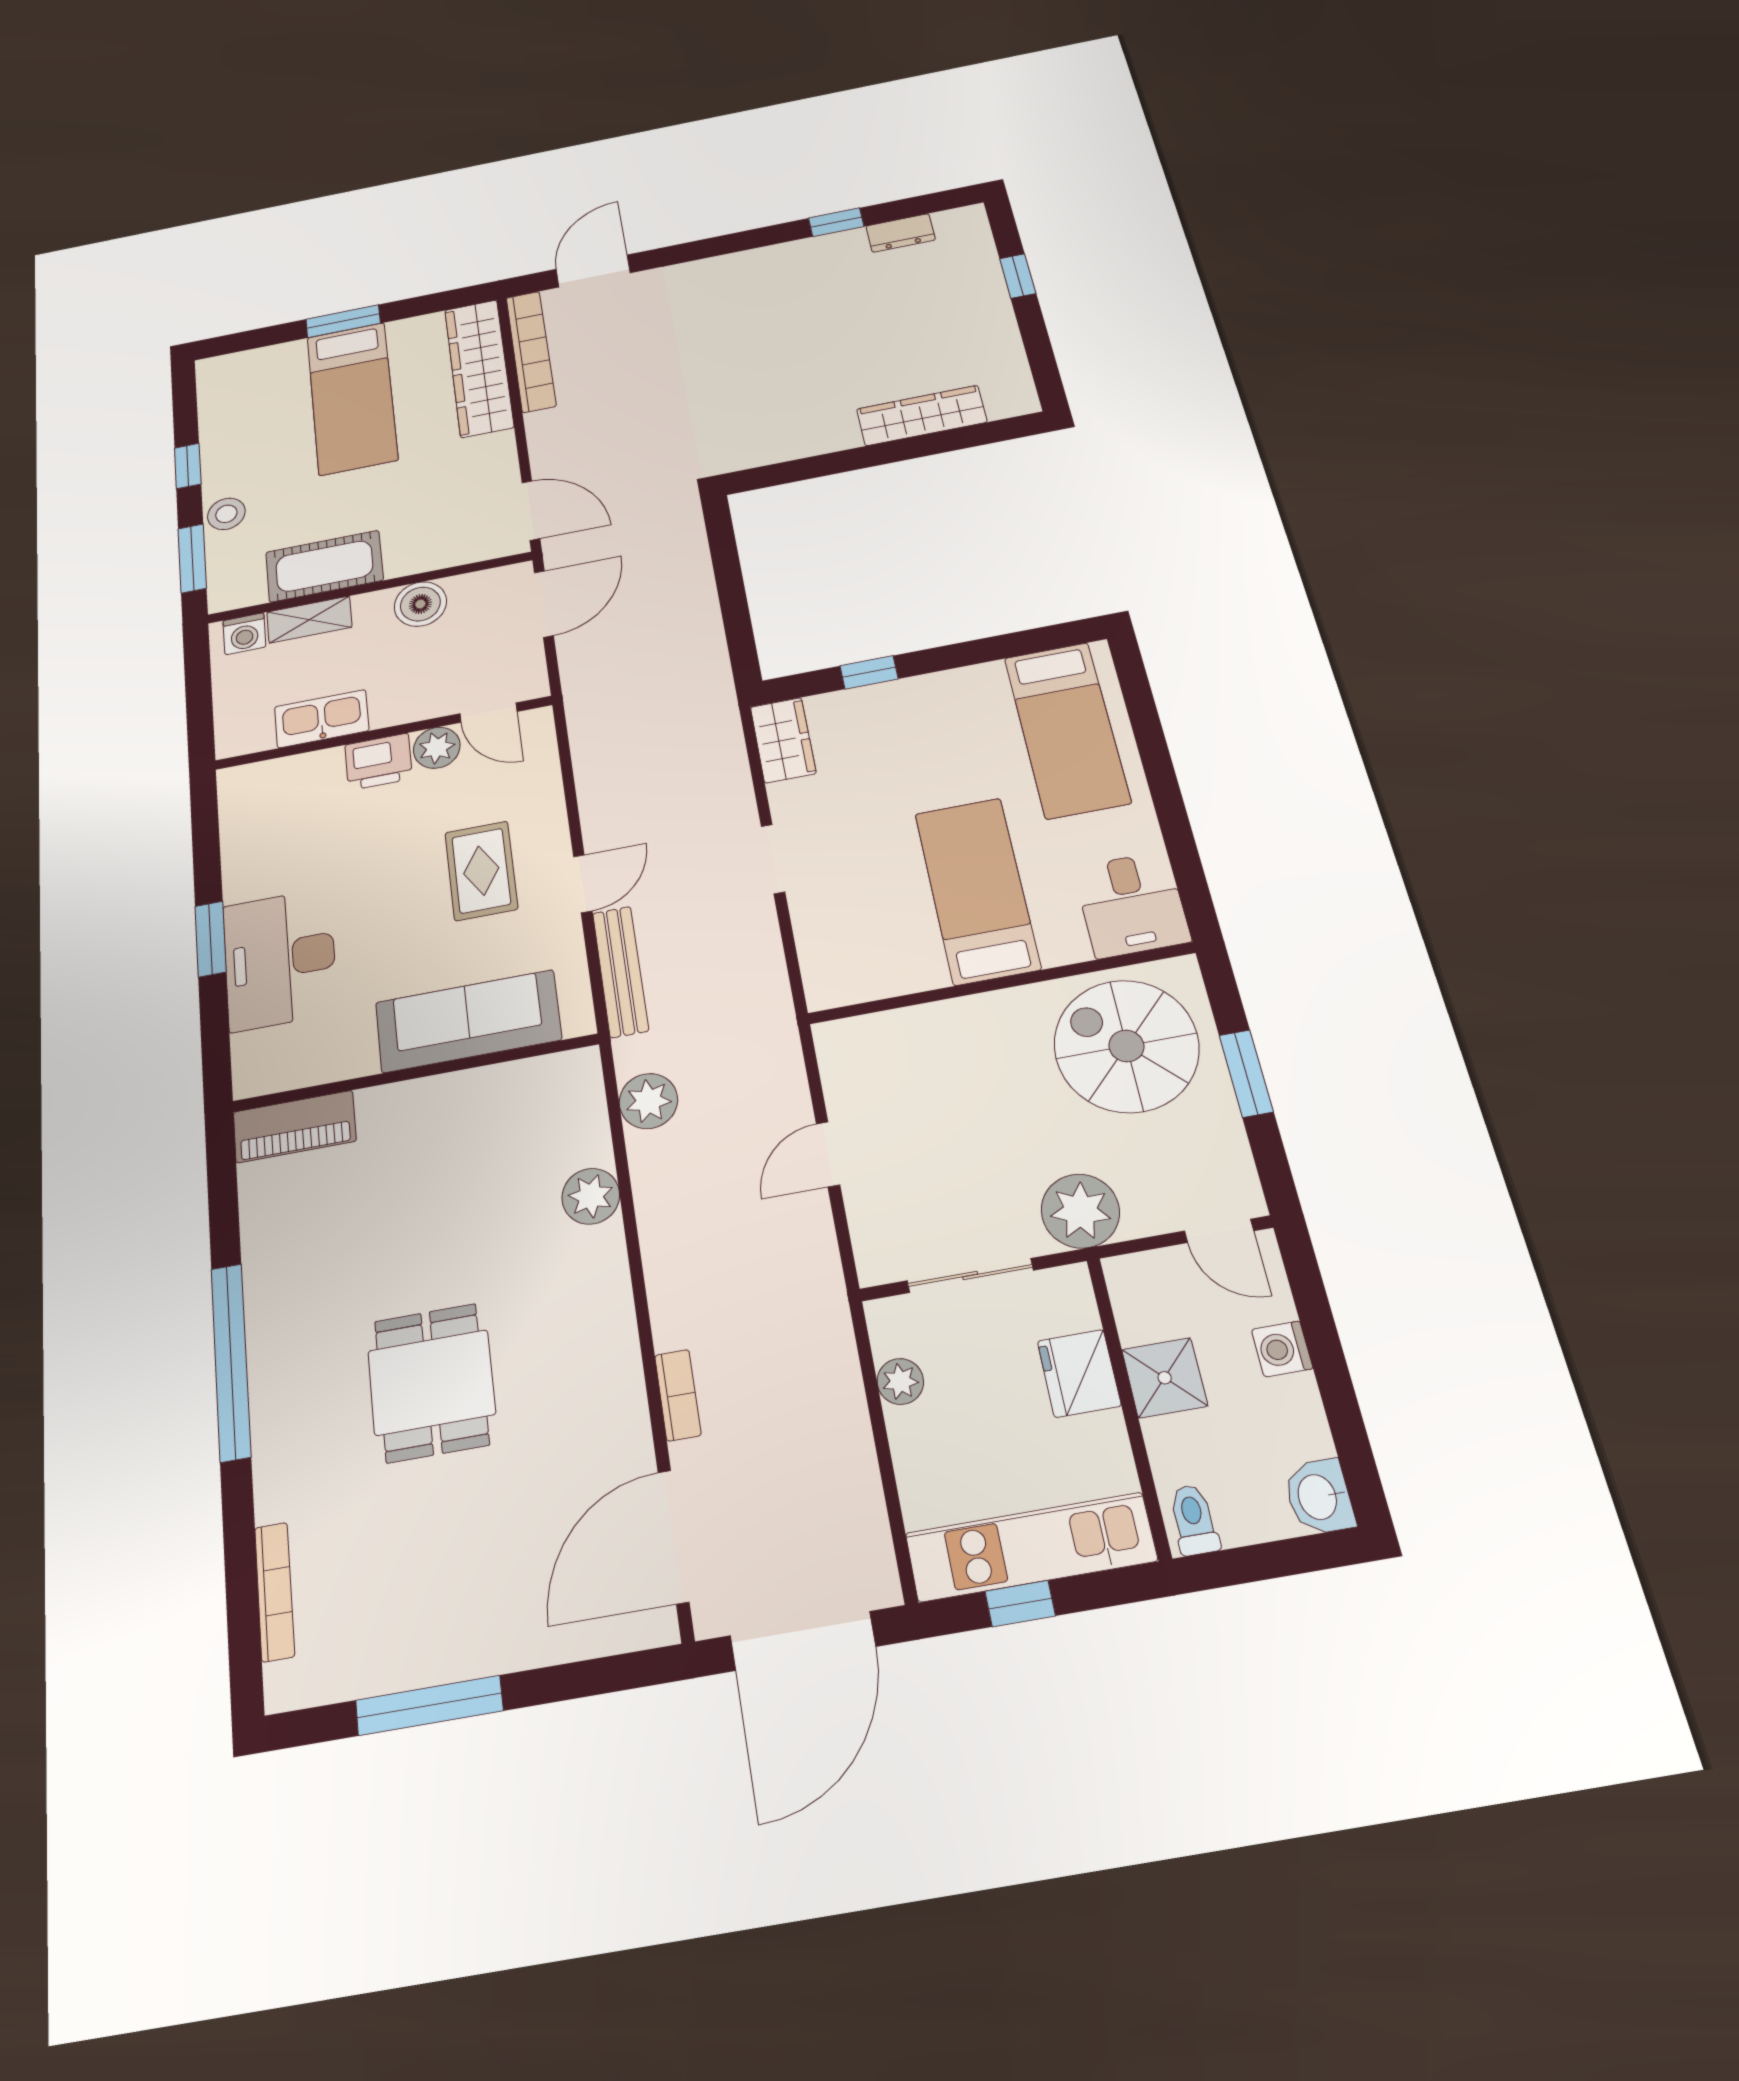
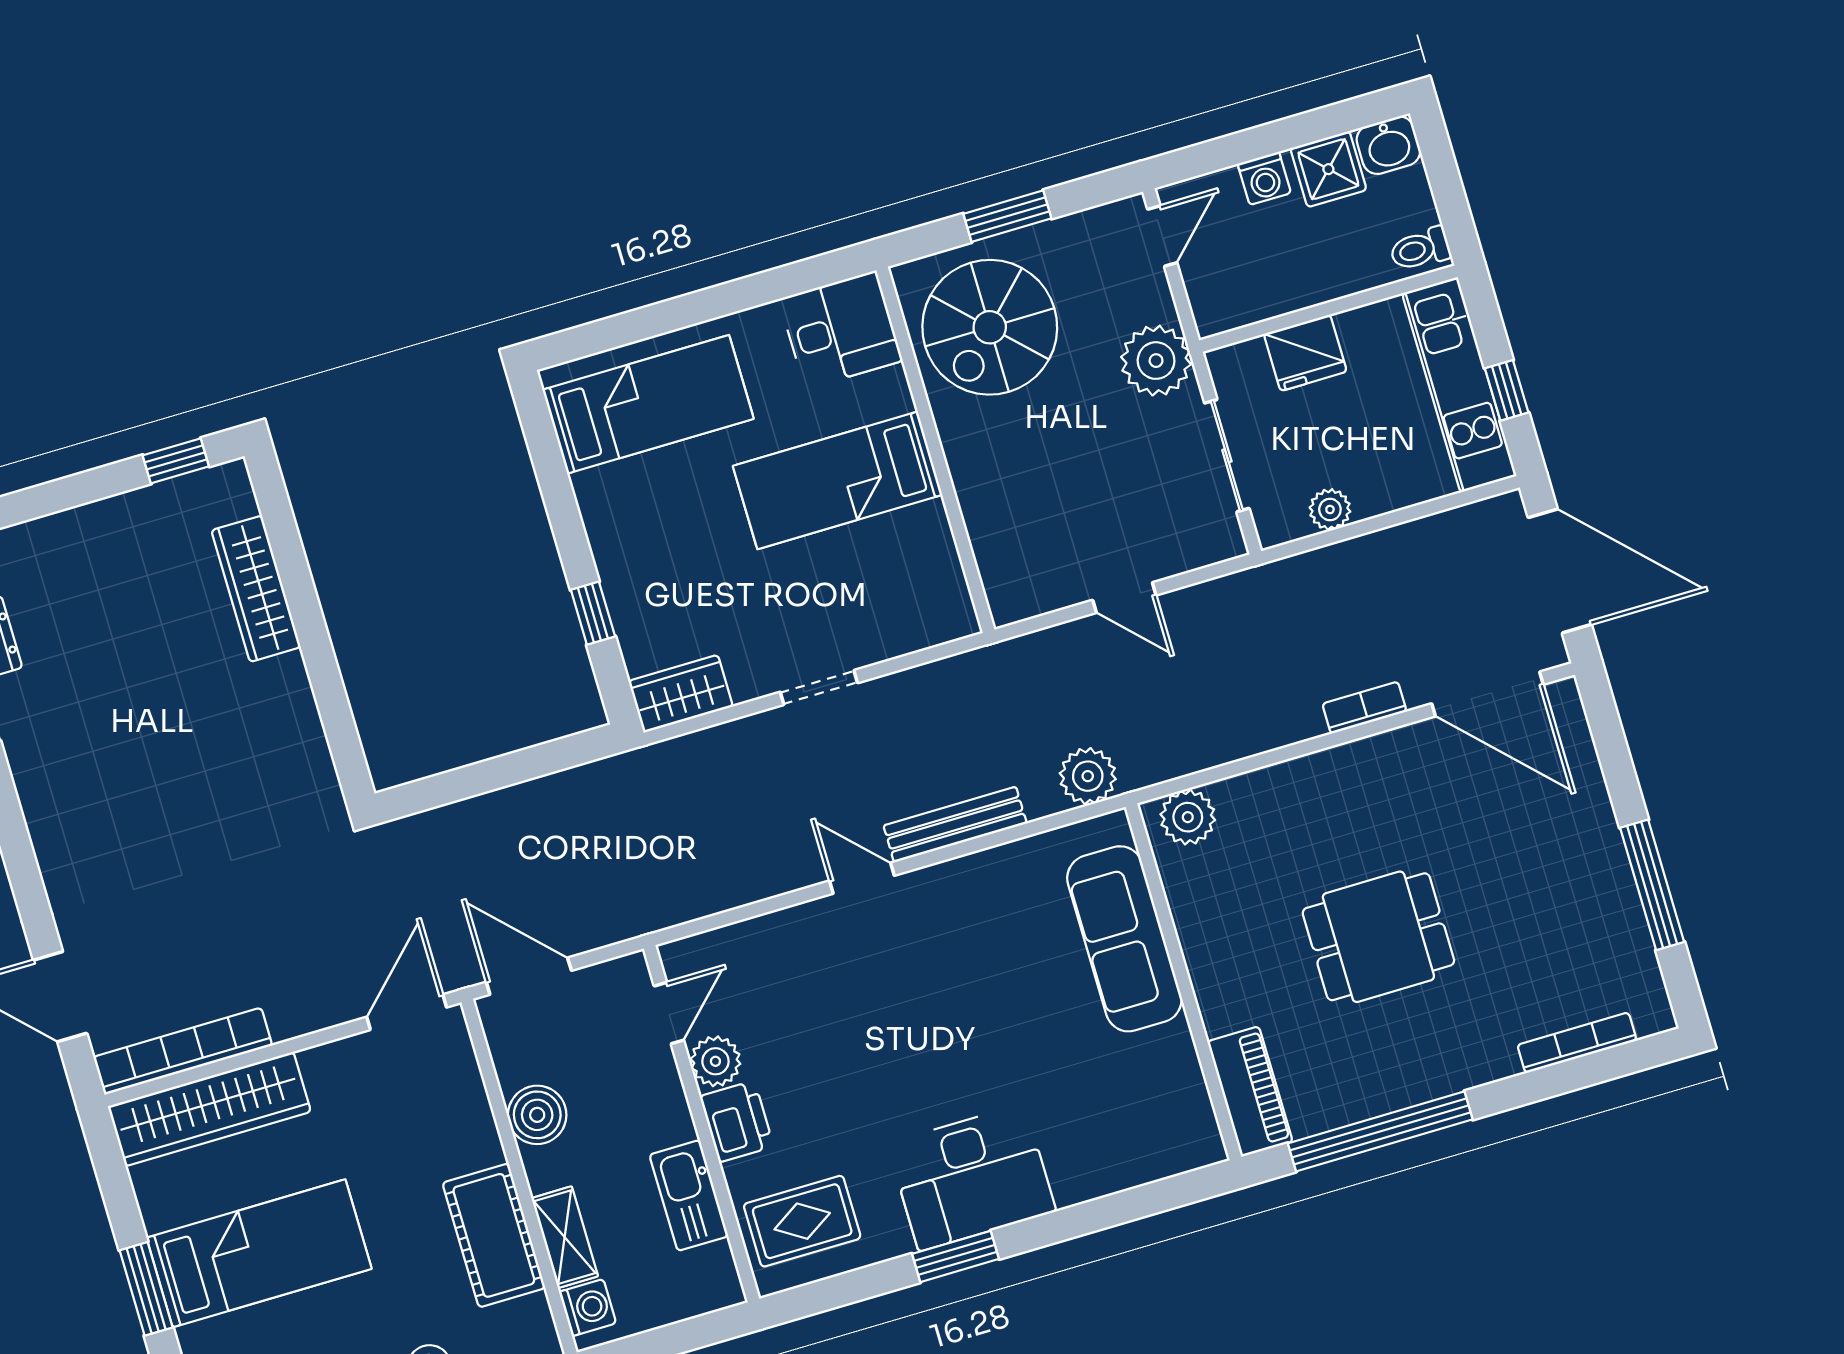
window: (1018, 276) -> (176, 461), moved
rug: (481, 871) -> (802, 1221), moved
sofa: (468, 1021) -> (1124, 939), moved
wall: (415, 1073) -> (1183, 982), moved
piano: (295, 1127) -> (1250, 1092), moved
shower: (1165, 1378) -> (1328, 169), moved

